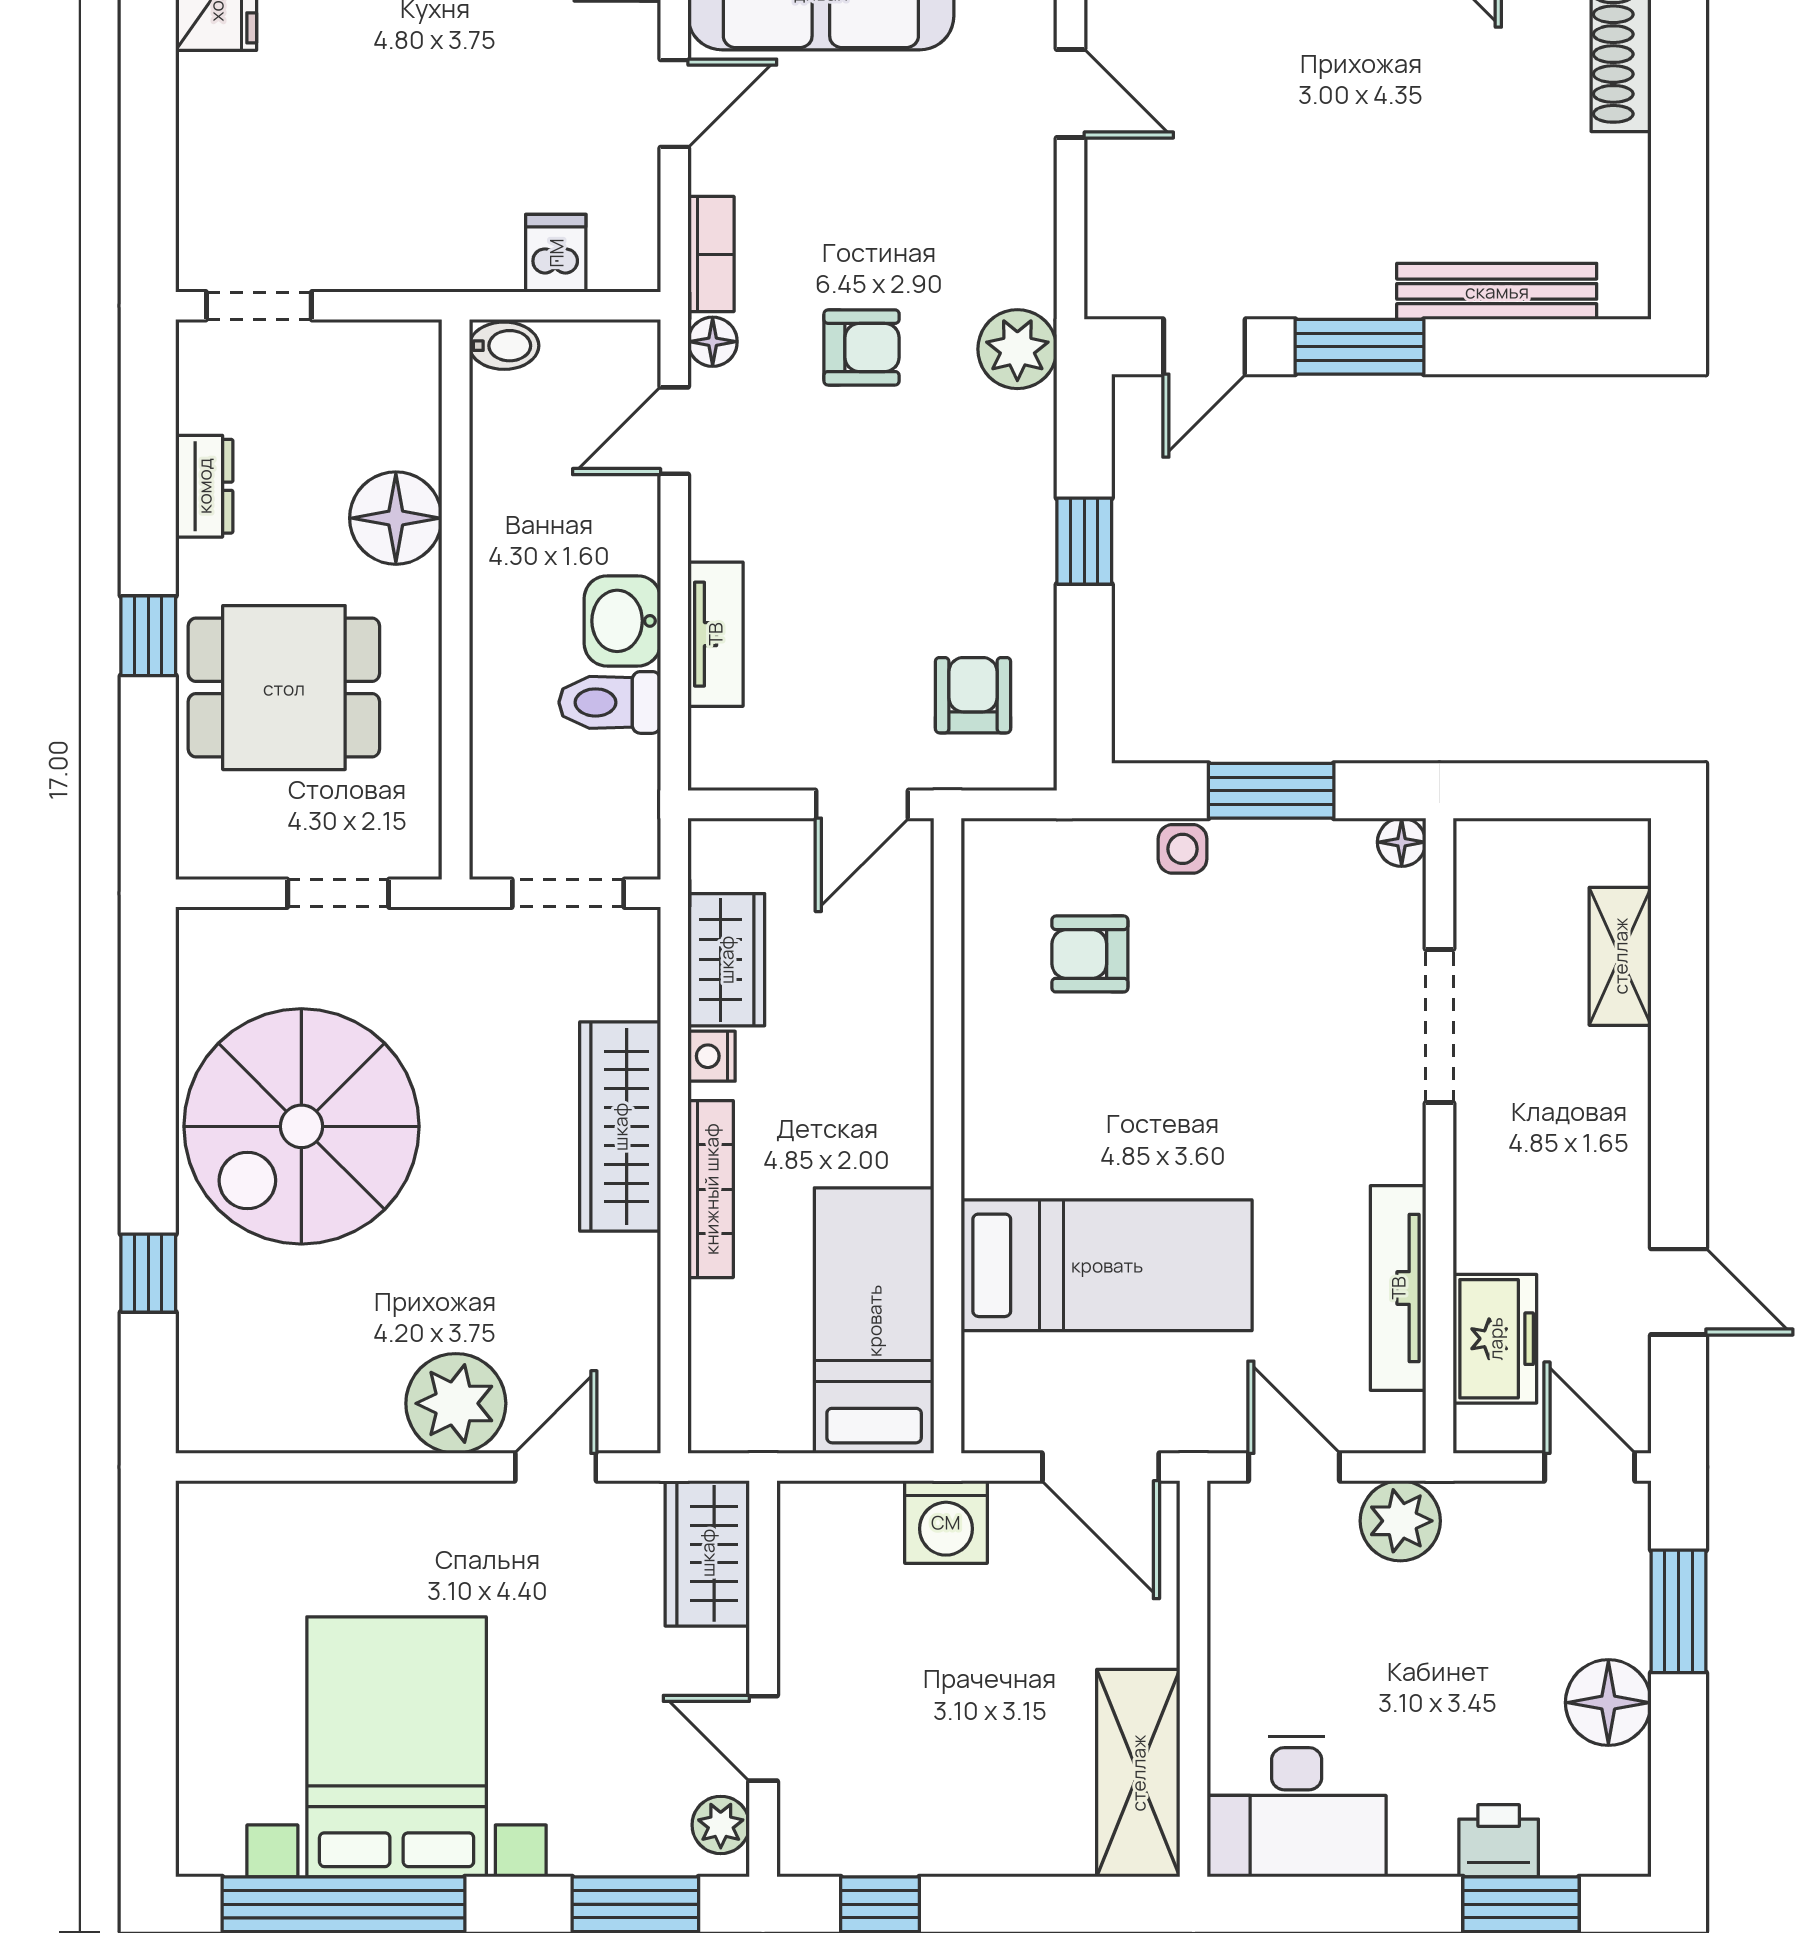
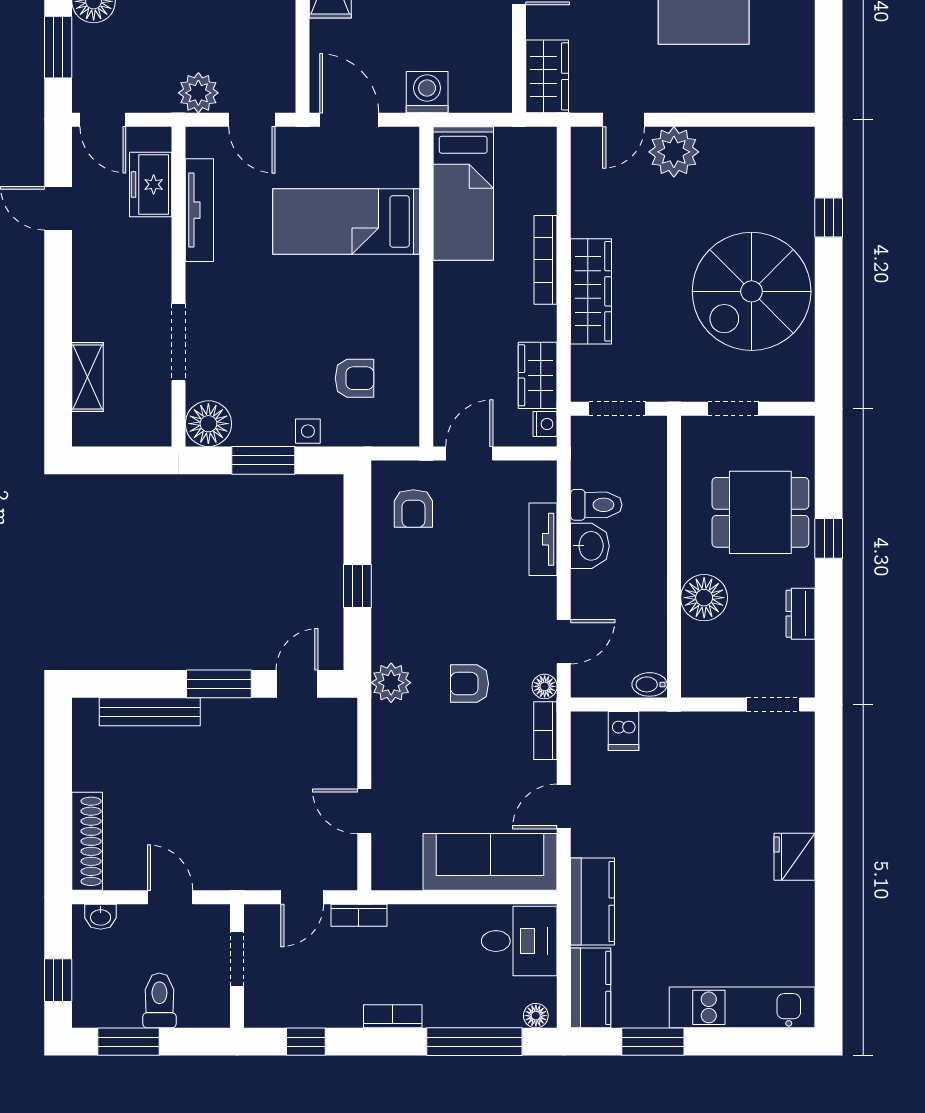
floor lamp: (1402, 842) -> (208, 424), width x1.89, depth x1.89
nightstand: (712, 1056) -> (545, 424), moved
spiral stairs: (301, 1126) -> (752, 291), turned 180

